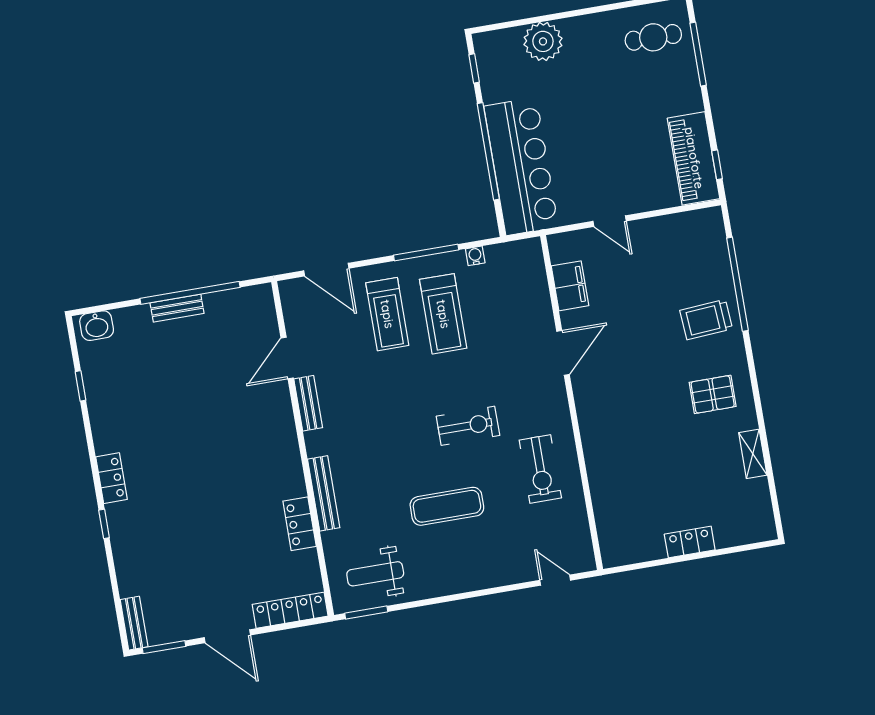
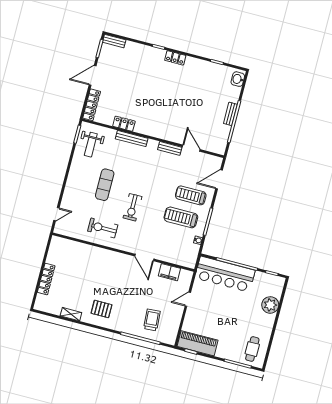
trolley: (706, 320) -> (152, 320), moved
pallet: (713, 394) -> (101, 309), turned 90
locker: (690, 542) -> (46, 279), width x1.53
weight bench: (375, 574) -> (91, 145), turned 180

